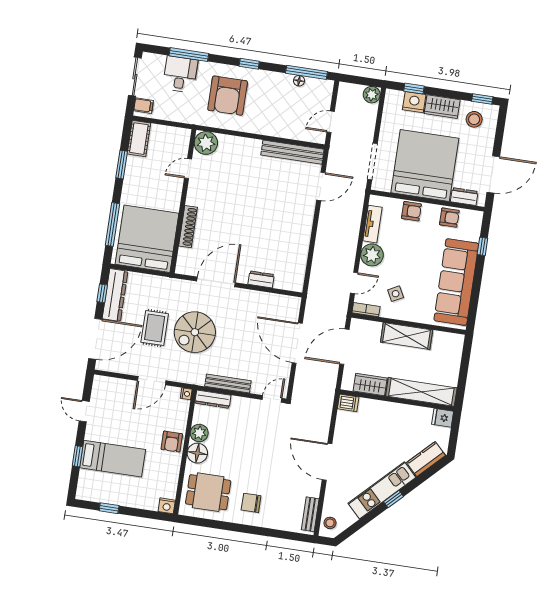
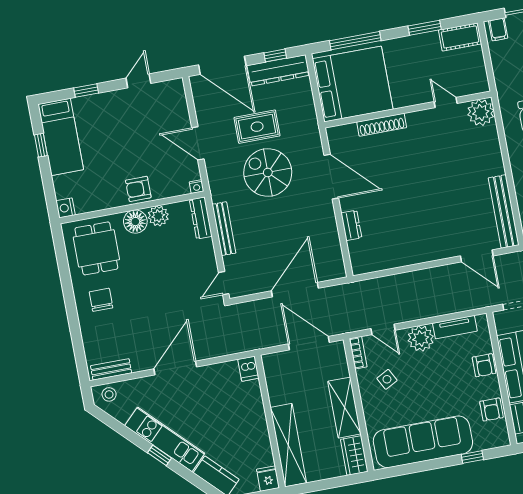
wardrobe: (370, 385) -> (354, 455), moved, turned 180
door: (272, 399) -> (224, 283), swing flipped
bed: (113, 459) -> (61, 137), moved

